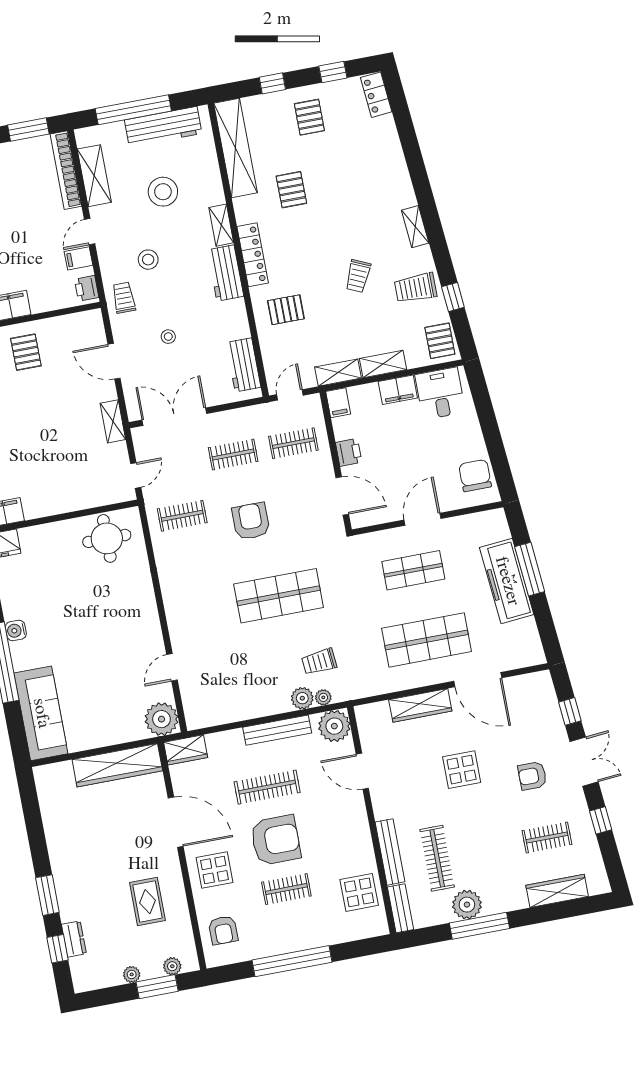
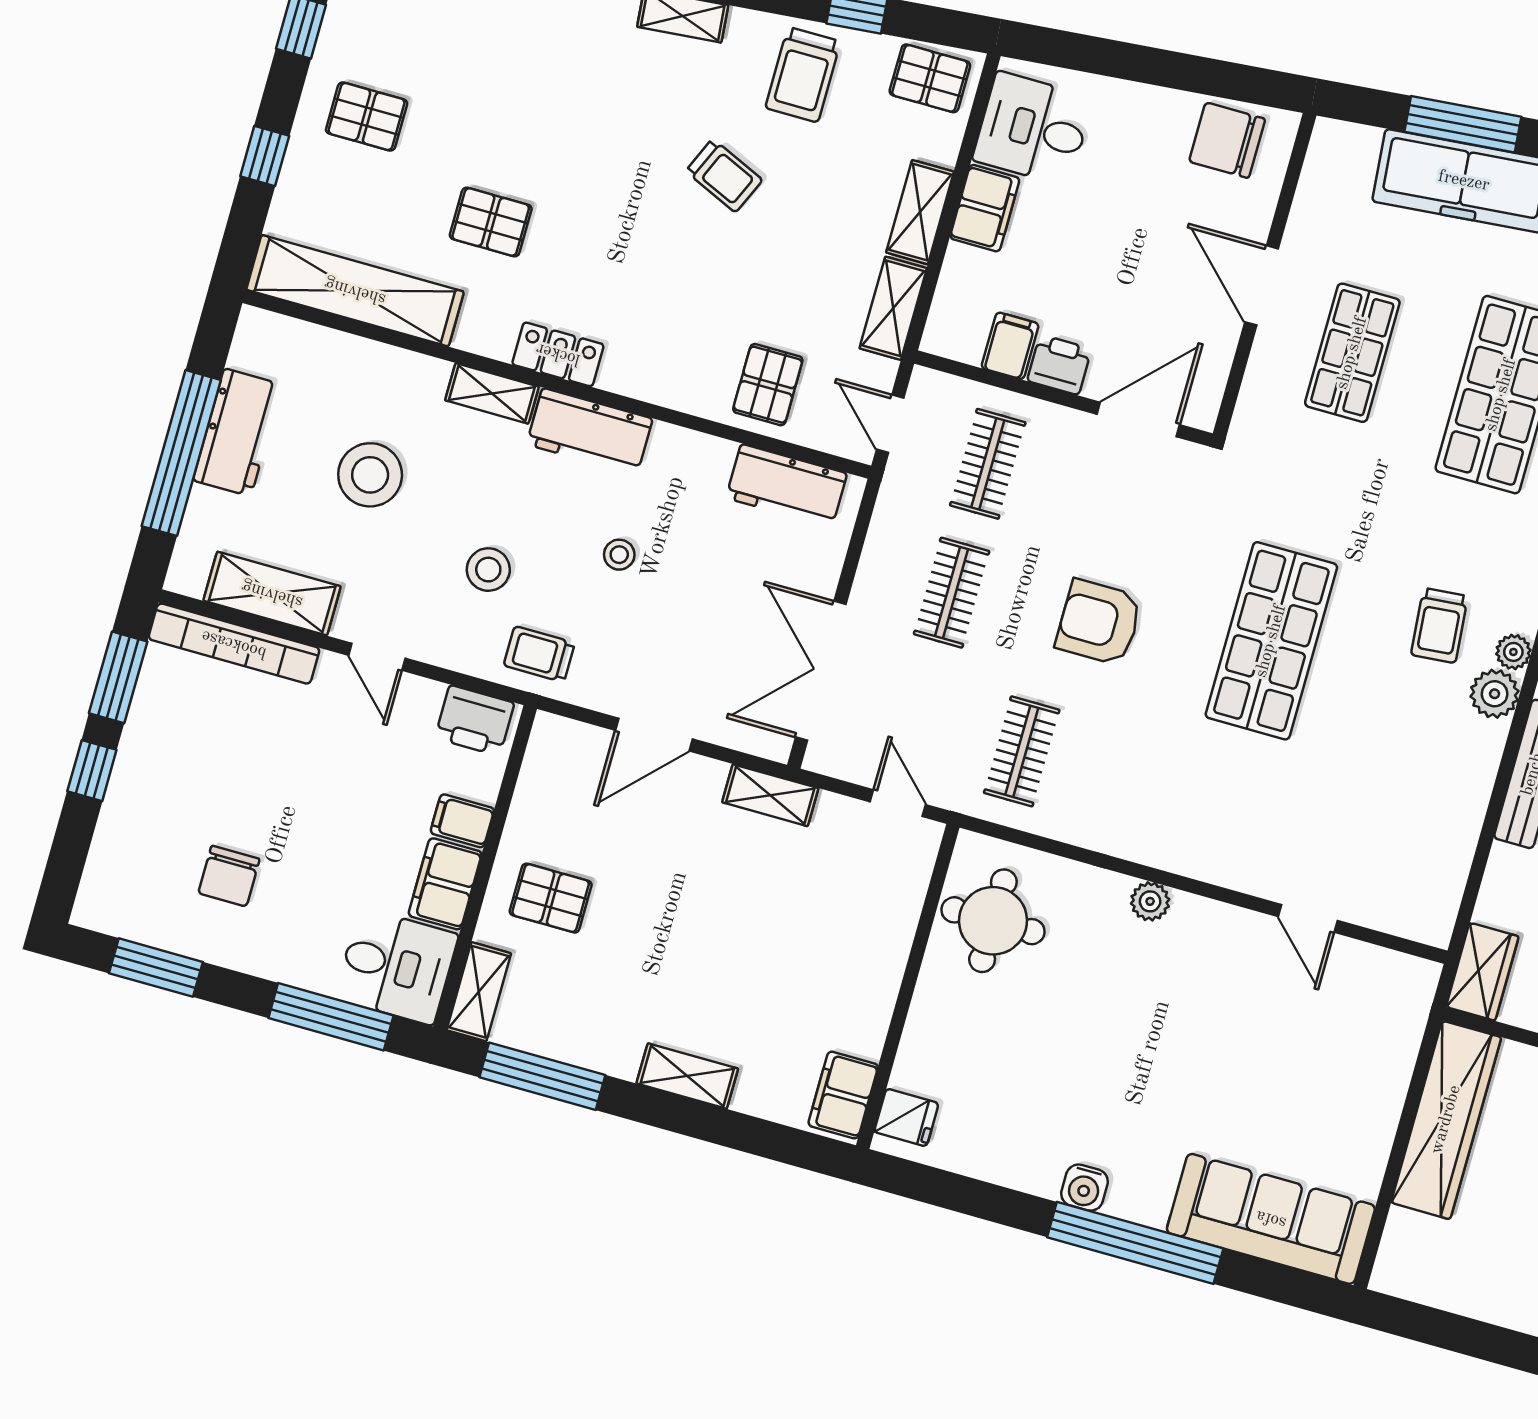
workbench: (163, 127) -> (237, 432), width x0.73
locker: (253, 255) -> (558, 354), width x0.66
filing cabinet: (79, 258) -> (462, 821), moved, turned 90
printer: (87, 288) -> (475, 720), width x1.36, depth x1.24
pallet: (286, 310) -> (768, 385), moved
stool: (168, 337) -> (619, 555), moved
filing cabinet: (338, 403) -> (1010, 346), moved, turned -90
plant: (162, 719) -> (1150, 901), moved, width x0.53, depth x0.53

